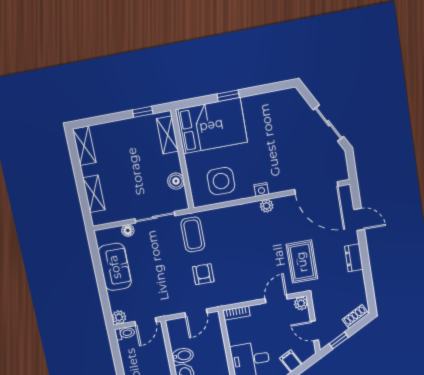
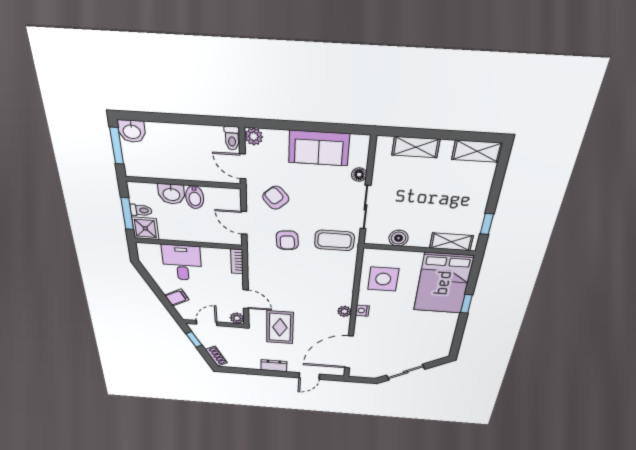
rug: (302, 262) -> (280, 327), turned 90
armchair: (203, 274) -> (287, 240), turned 86
armchair: (166, 291) -> (276, 198), added

